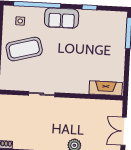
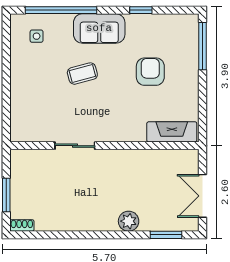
armchair: (94, 48) -> (150, 72), added
coffee table: (24, 49) -> (82, 74), moved, width x0.54, depth x0.58

